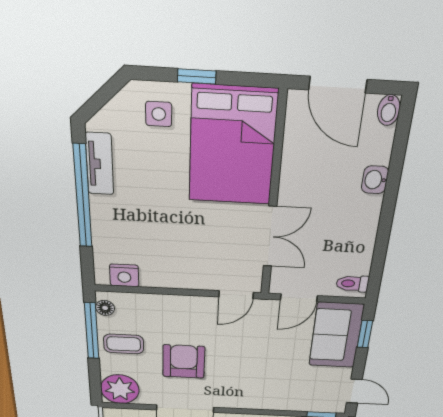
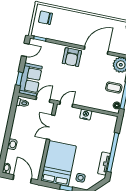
nightstand: (124, 275) -> (86, 115), moved
armchair: (184, 362) -> (72, 57), moved
door: (354, 391) -> (25, 50), swing flipped

